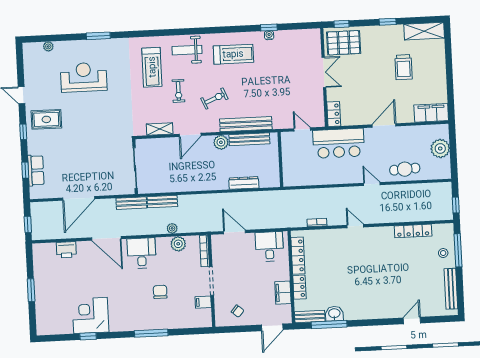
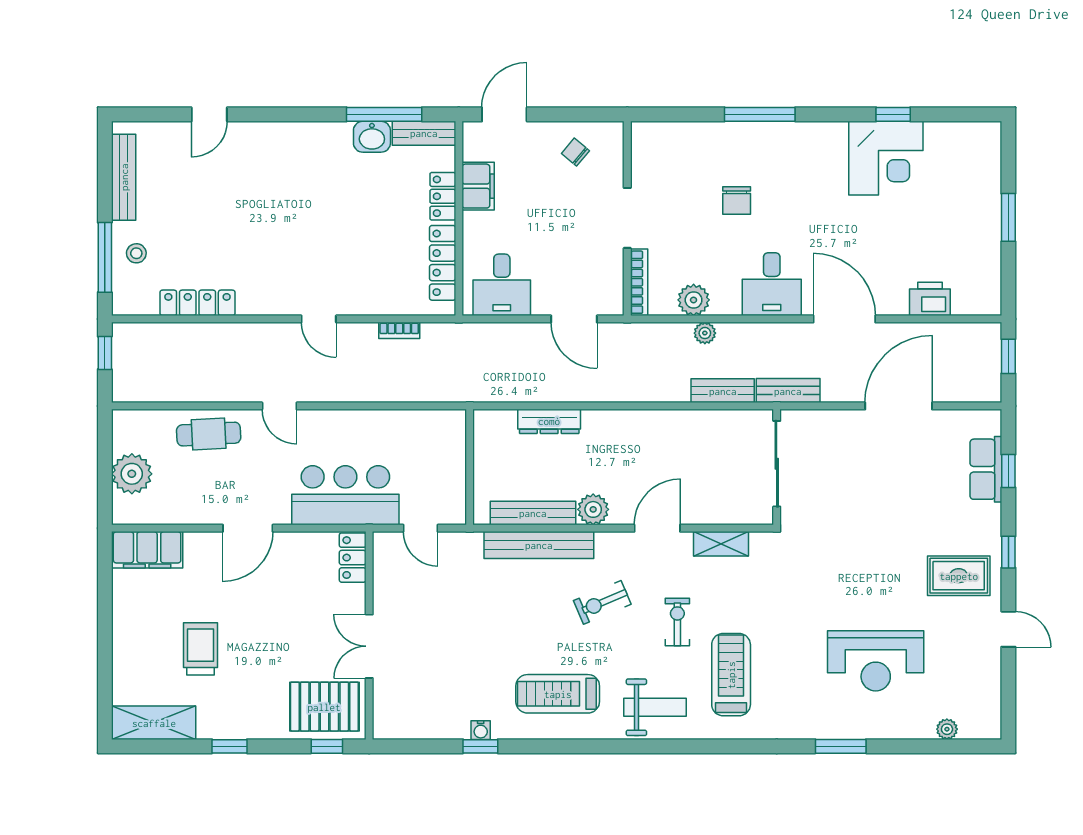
filing cabinet: (203, 302) -> (647, 175), removed

